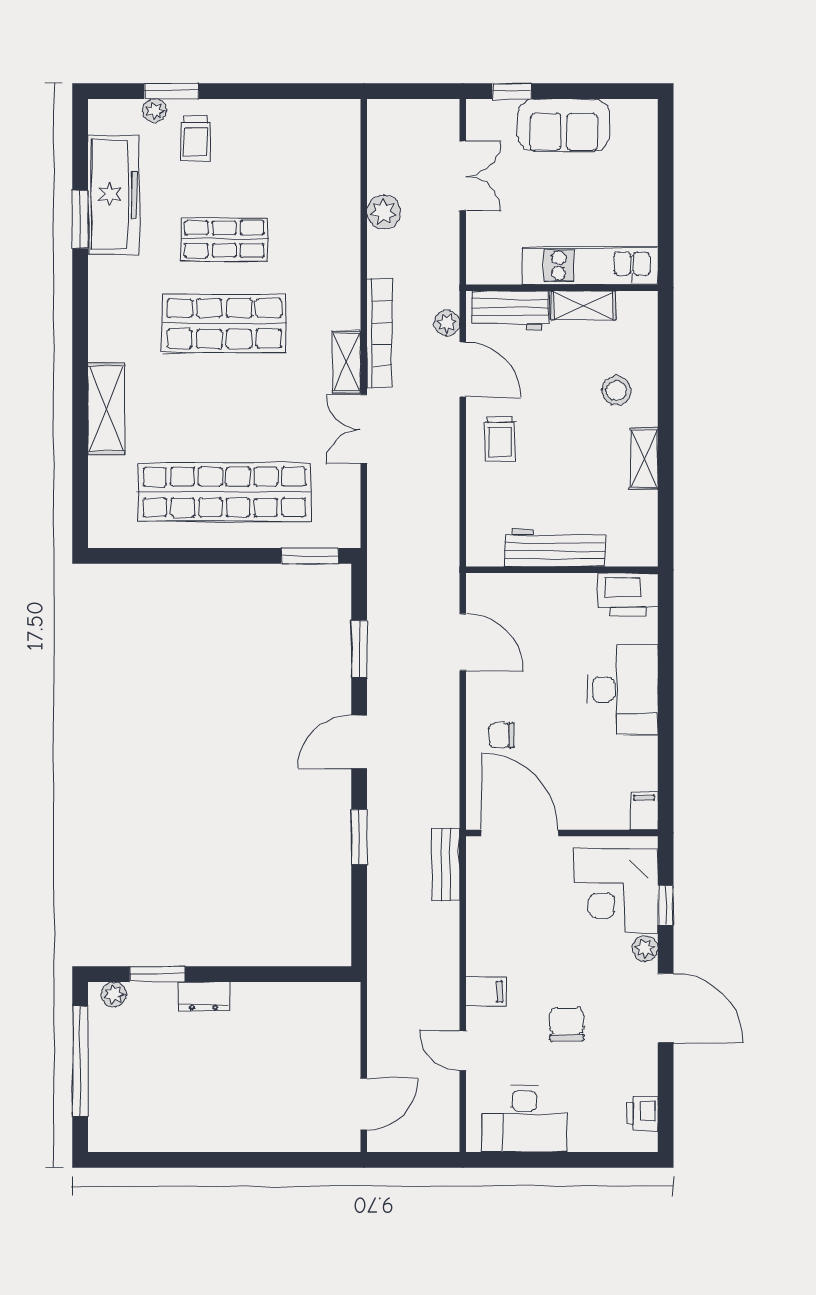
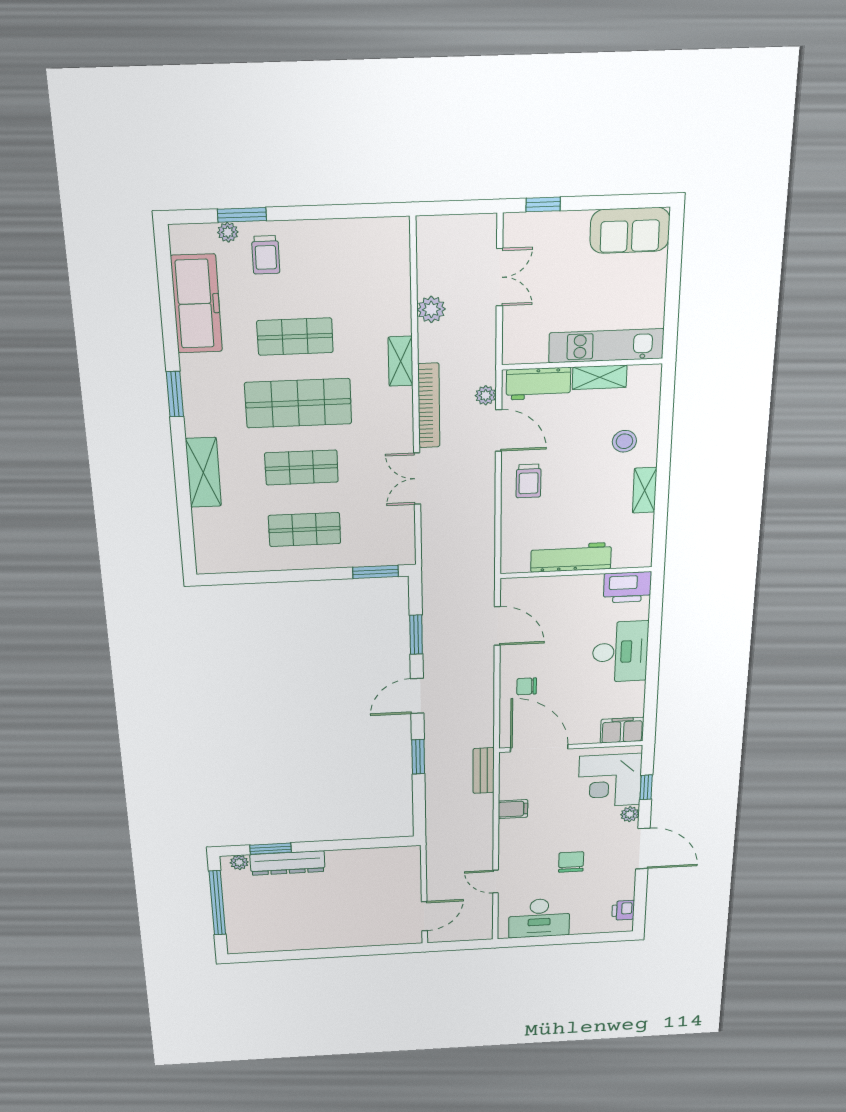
sofa: (564, 125) -> (630, 230), moved
window: (80, 219) -> (175, 394), moved
shelving: (346, 362) -> (401, 361), moved
shop shelf: (224, 408) -> (301, 468), added
shop shelf: (224, 492) -> (305, 530), width x0.50, depth x0.74
filing cabinet: (644, 811) -> (622, 730), width x2.00
filing cabinet: (486, 992) -> (513, 809), moved
dresser: (204, 996) -> (288, 863), width x1.96, depth x1.24

